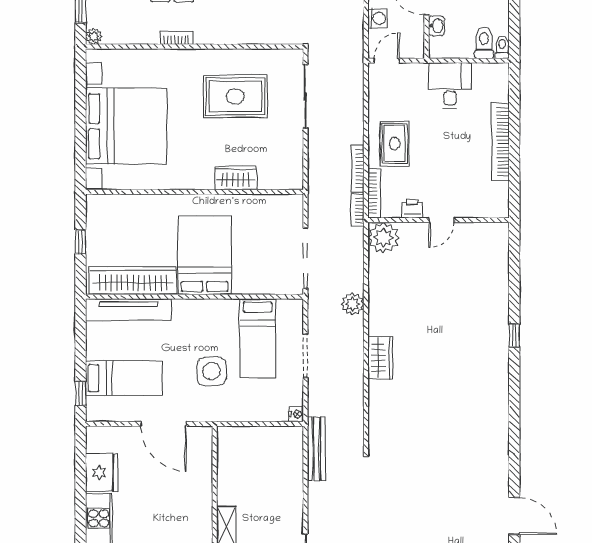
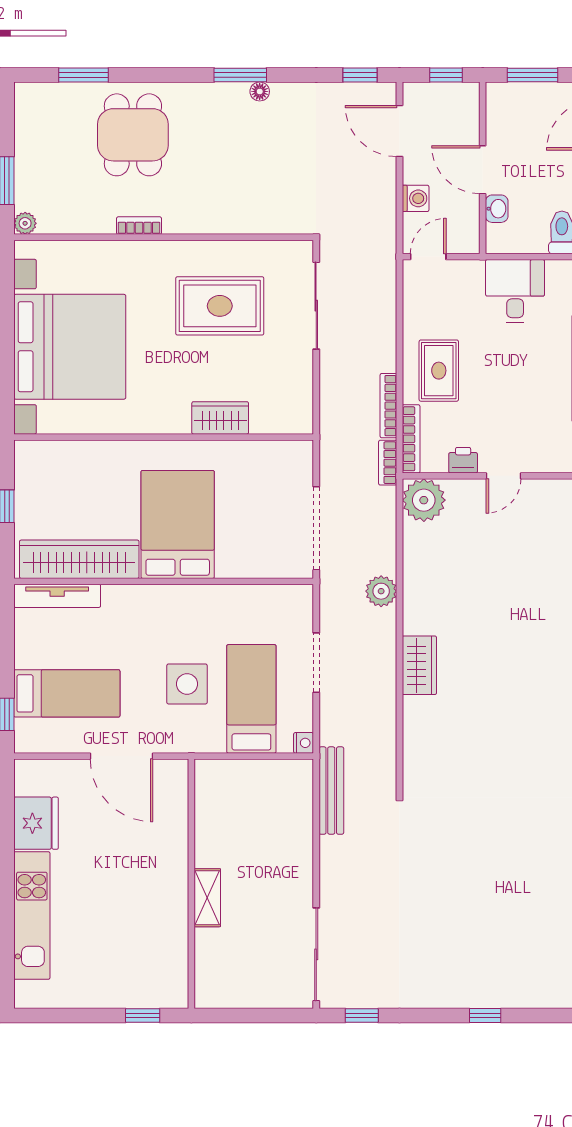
tv unit: (128, 310) -> (57, 596), width x0.73, depth x0.78
bed: (258, 338) -> (251, 699), moved, turned 180

